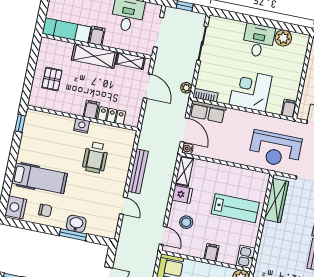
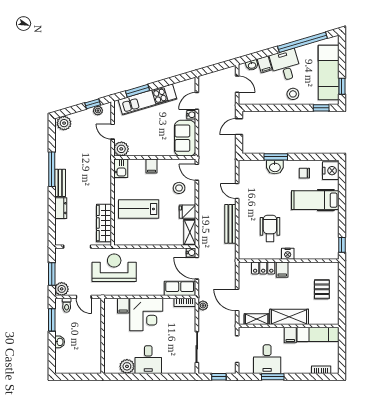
filing cabinet: (289, 108) -> (123, 306), moved

